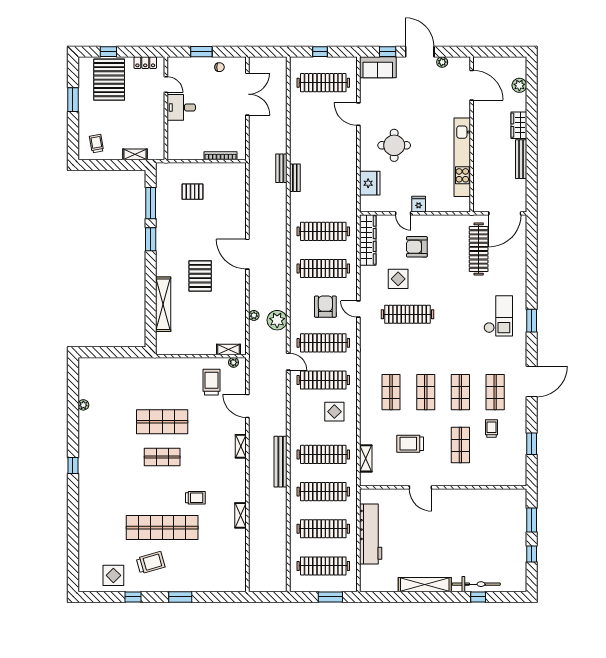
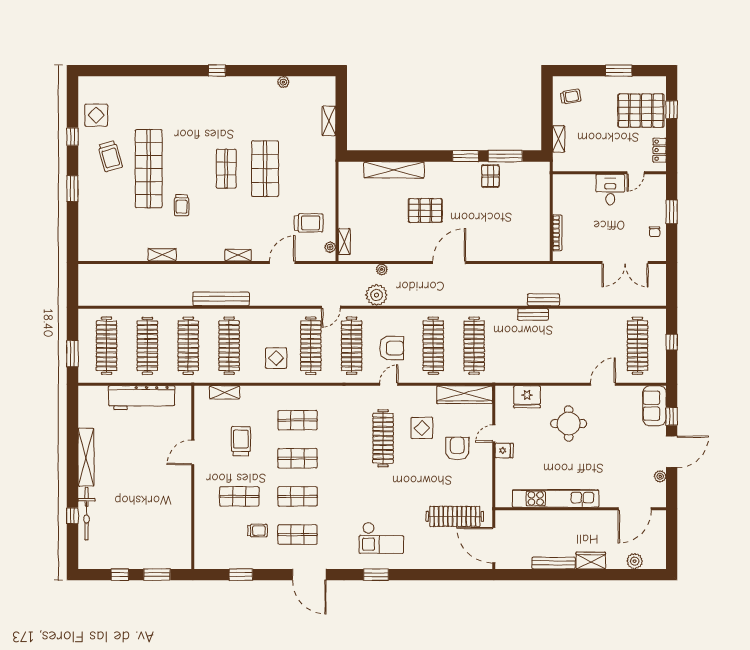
pallet: (193, 192) -> (490, 176), moved
shelving: (119, 364) -> (329, 121), added

